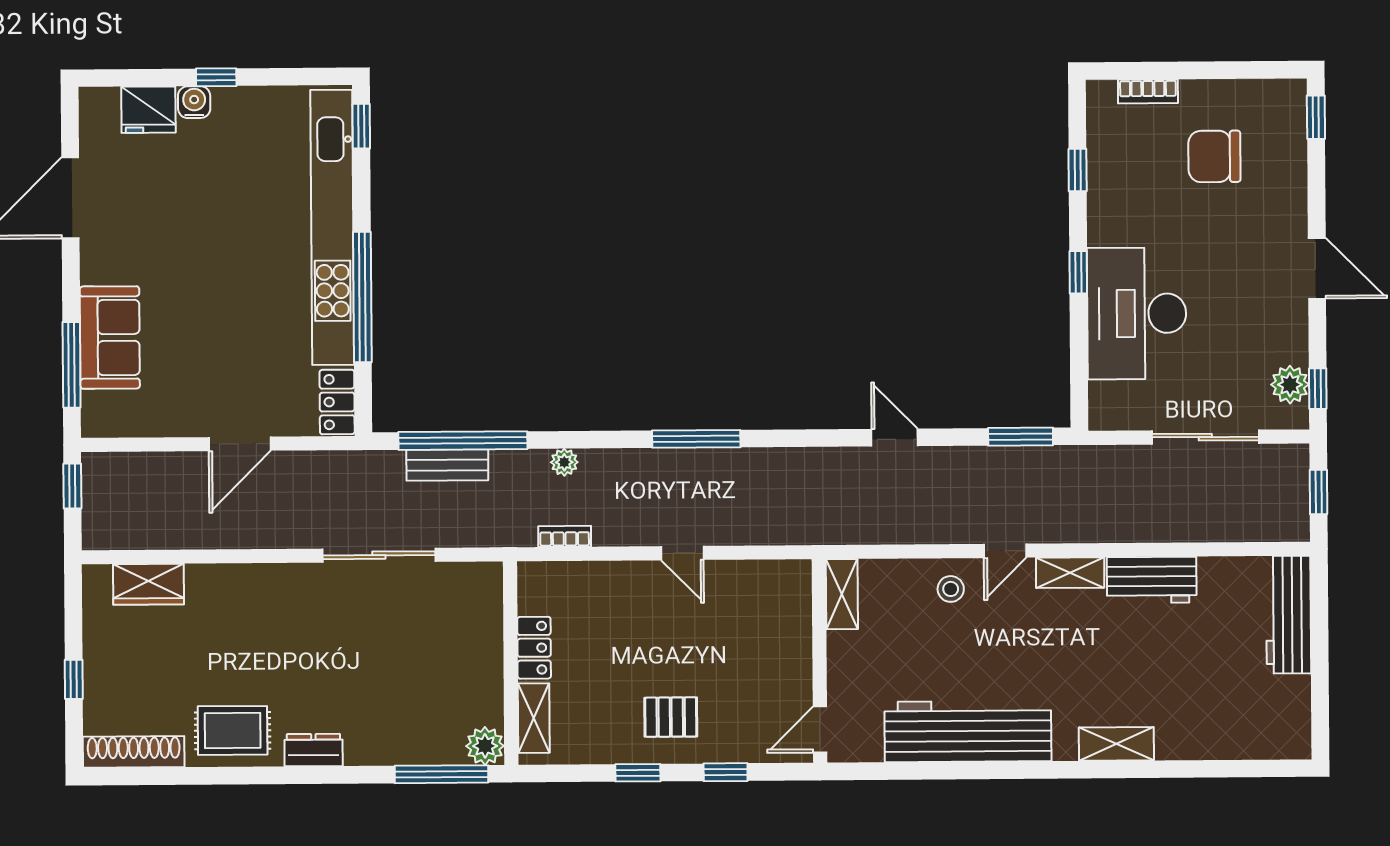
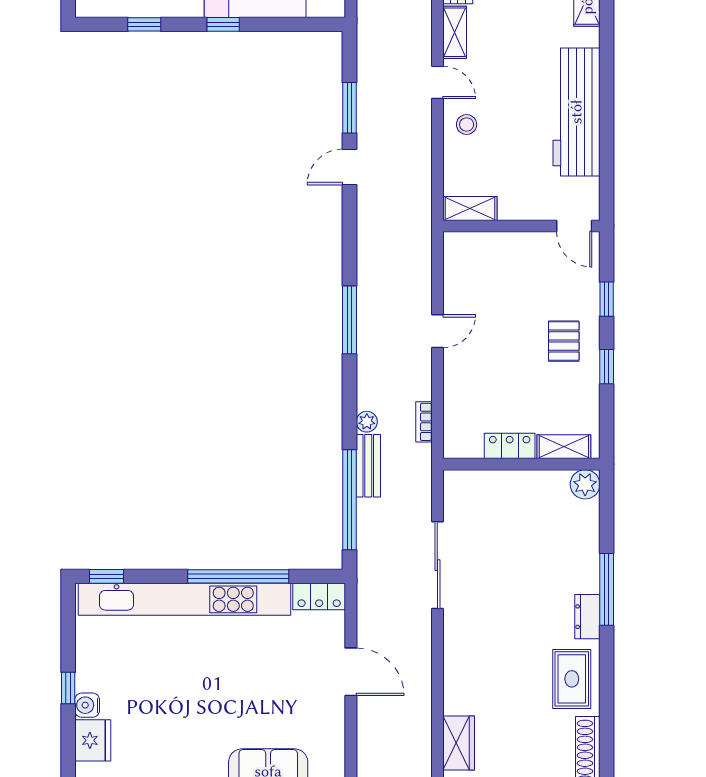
window: (1021, 437) -> (350, 108), moved
bench: (447, 465) -> (368, 466), moved
window: (441, 774) -> (607, 589), moved

